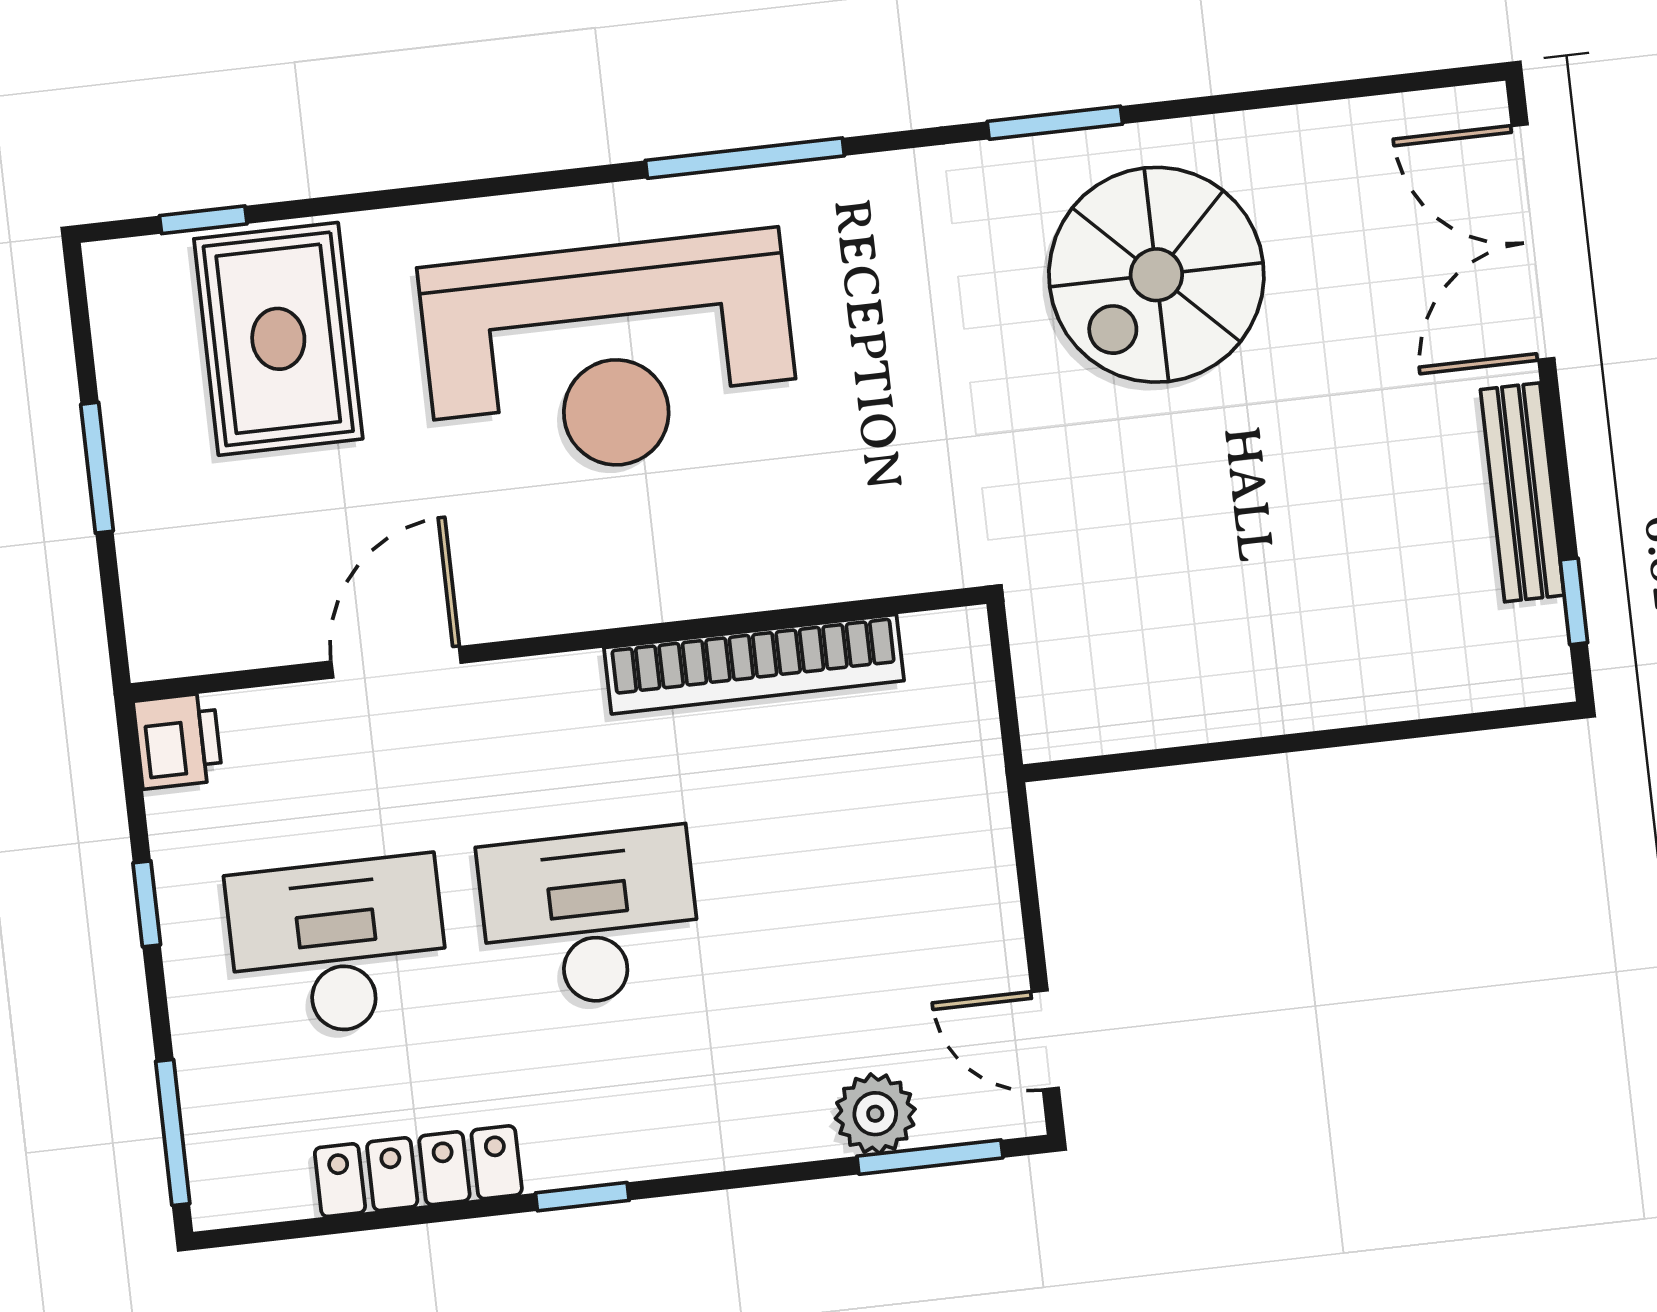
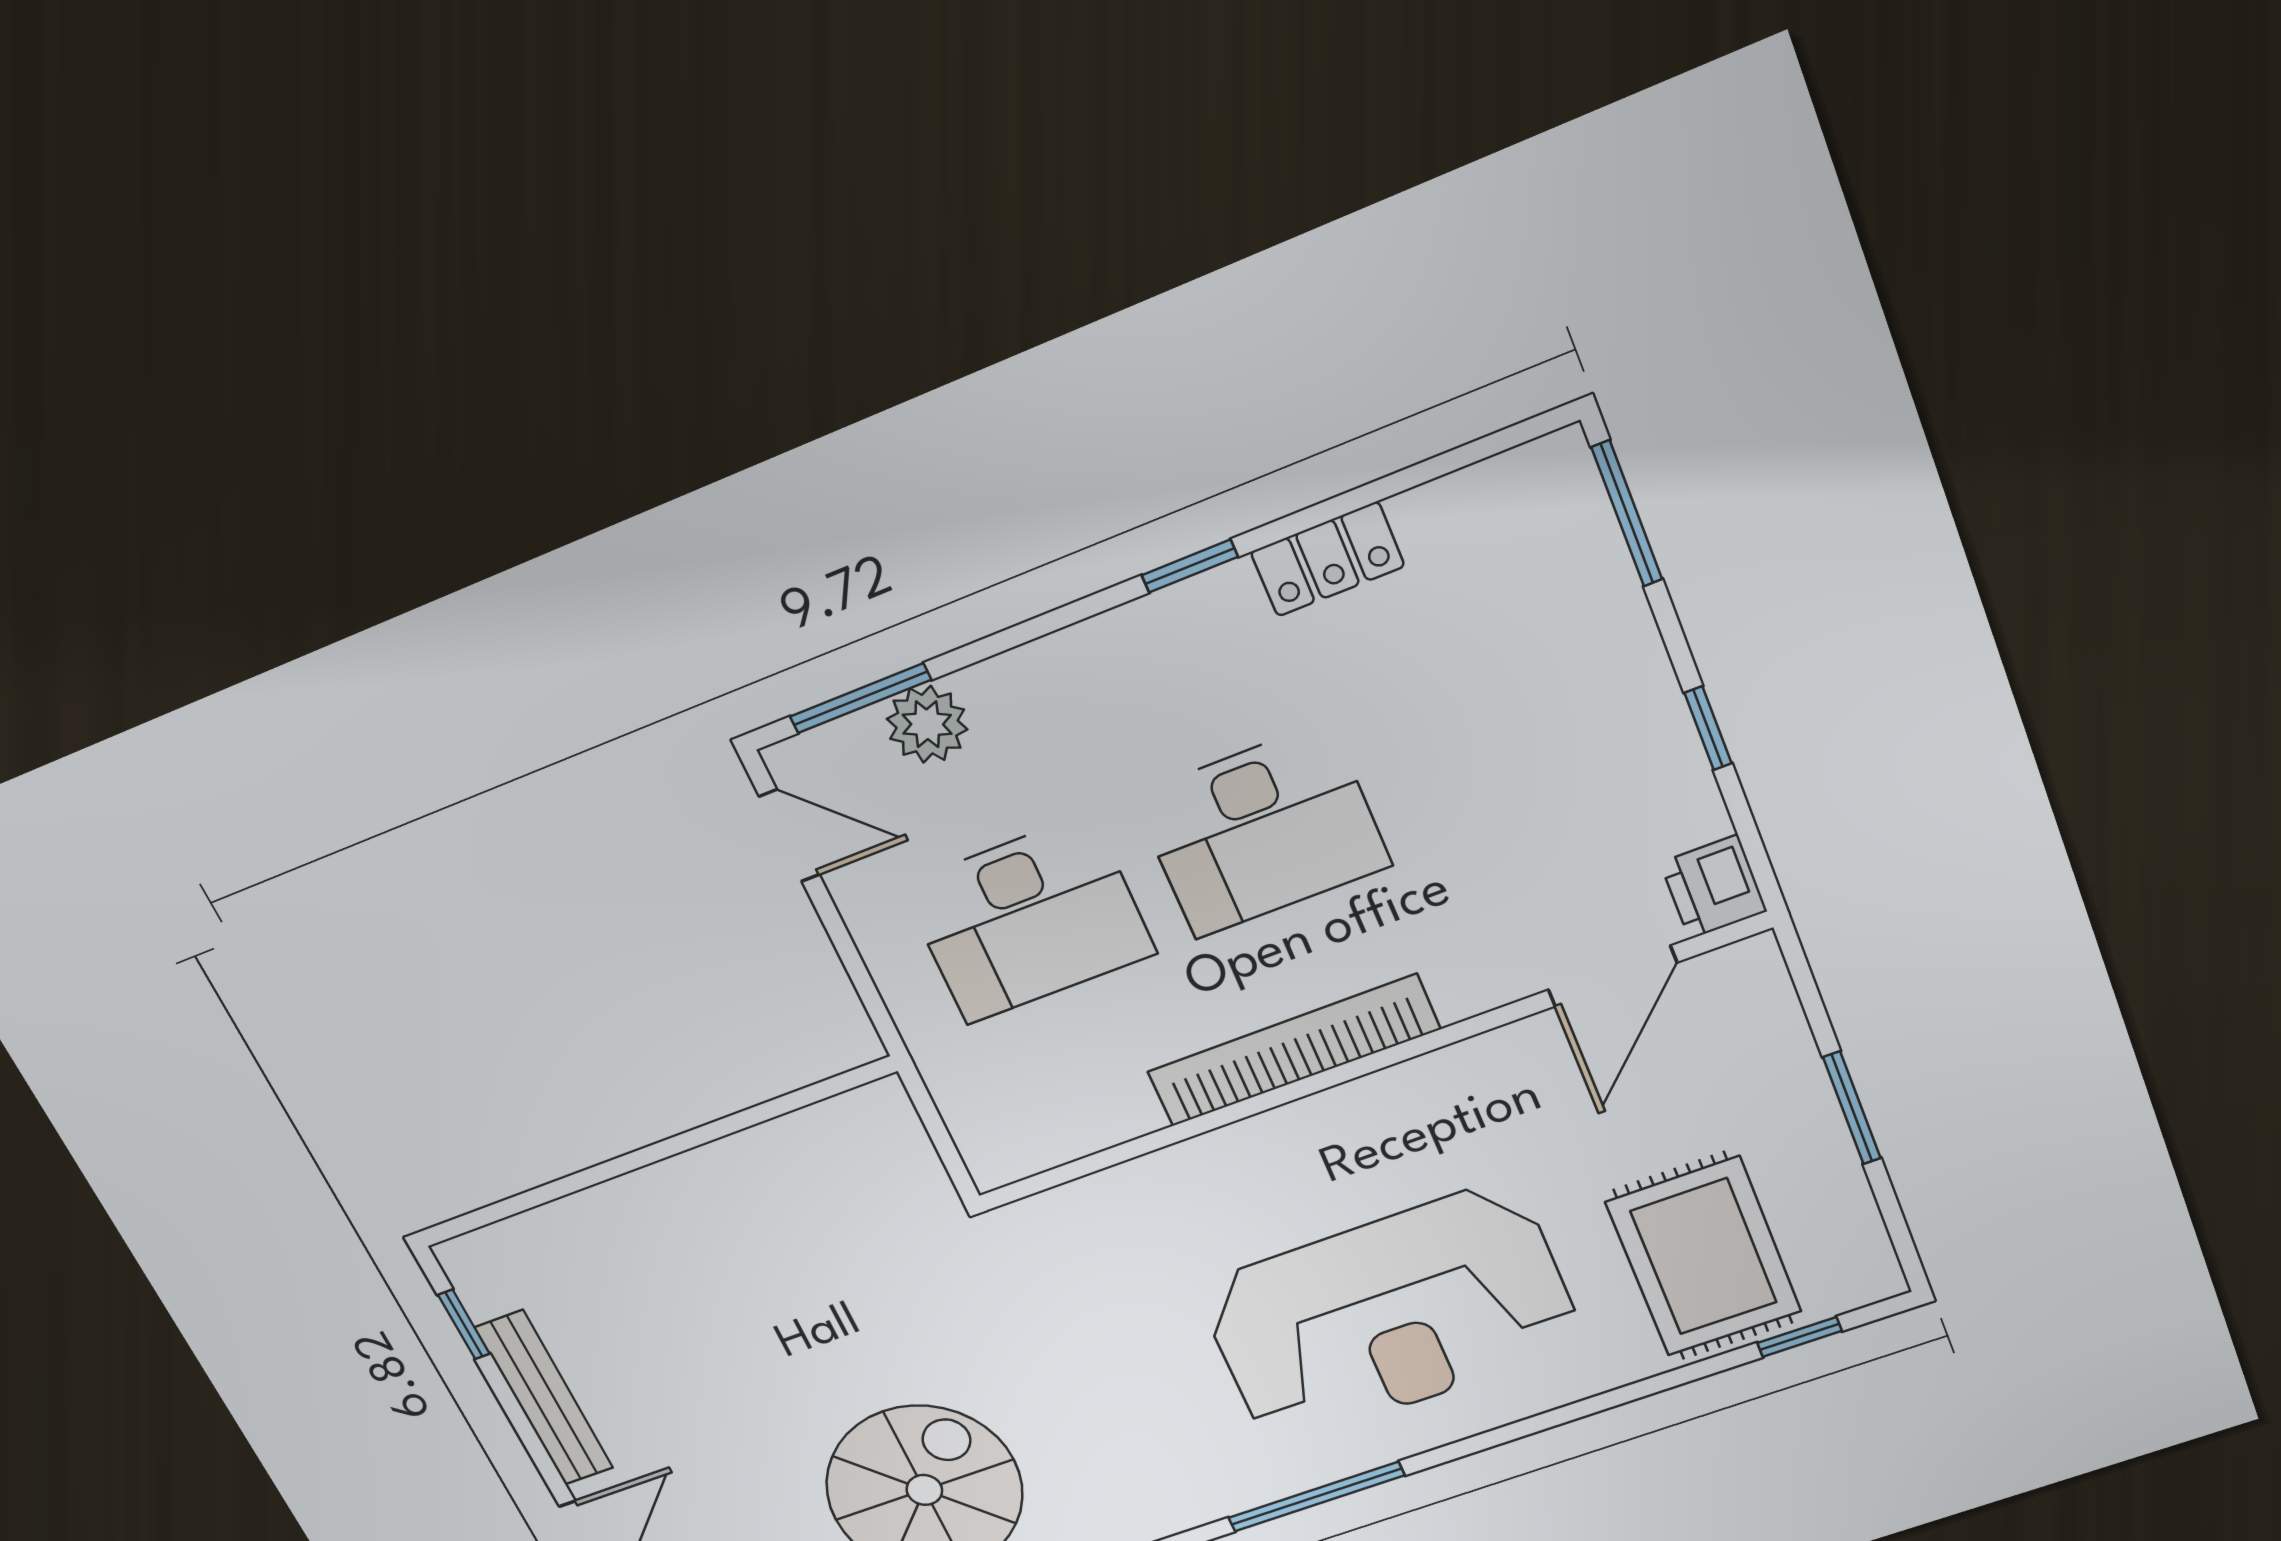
reception desk: (610, 356) -> (1390, 1315), turned 180
door: (396, 662) -> (1612, 976), moved
bookcase: (754, 664) -> (1293, 1051), moved
desk: (338, 947) -> (1029, 919), moved
locker: (418, 1171) -> (1328, 559), width x0.66

